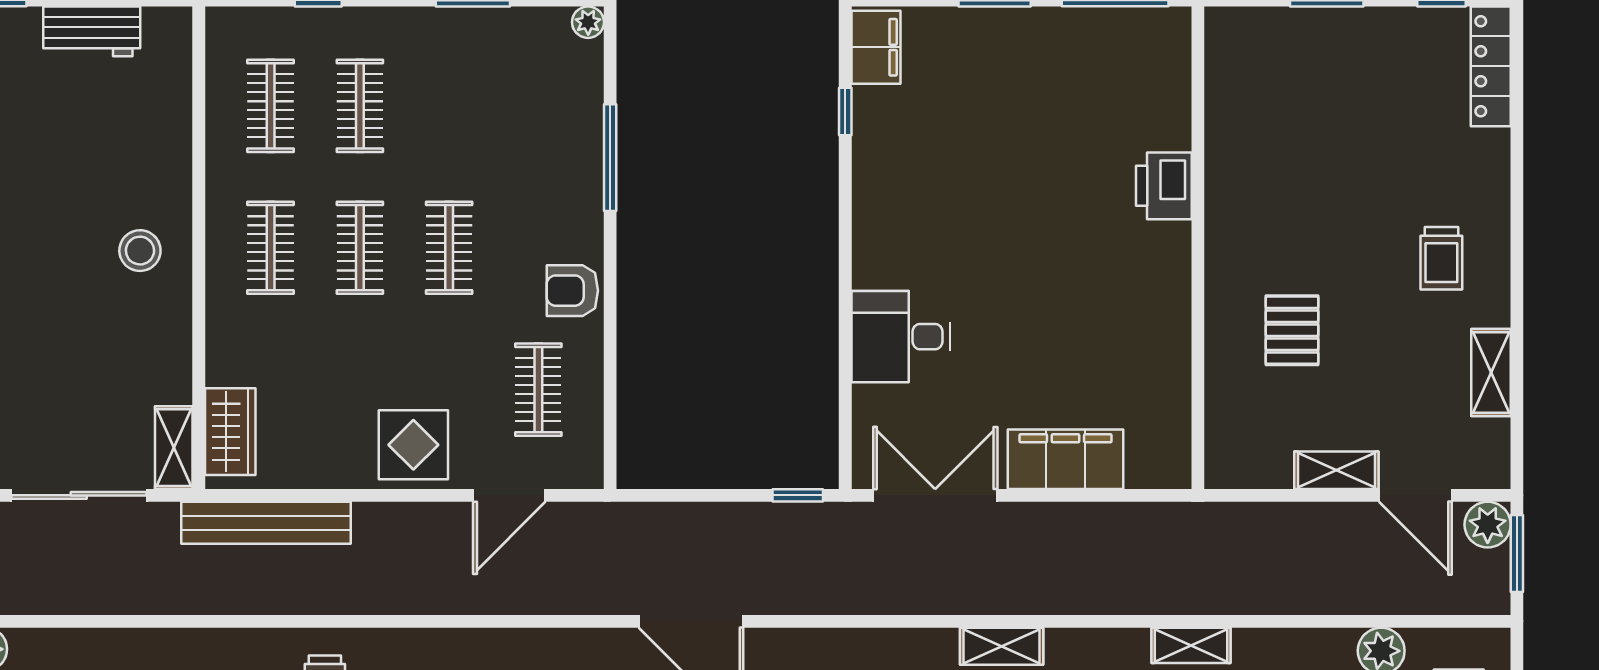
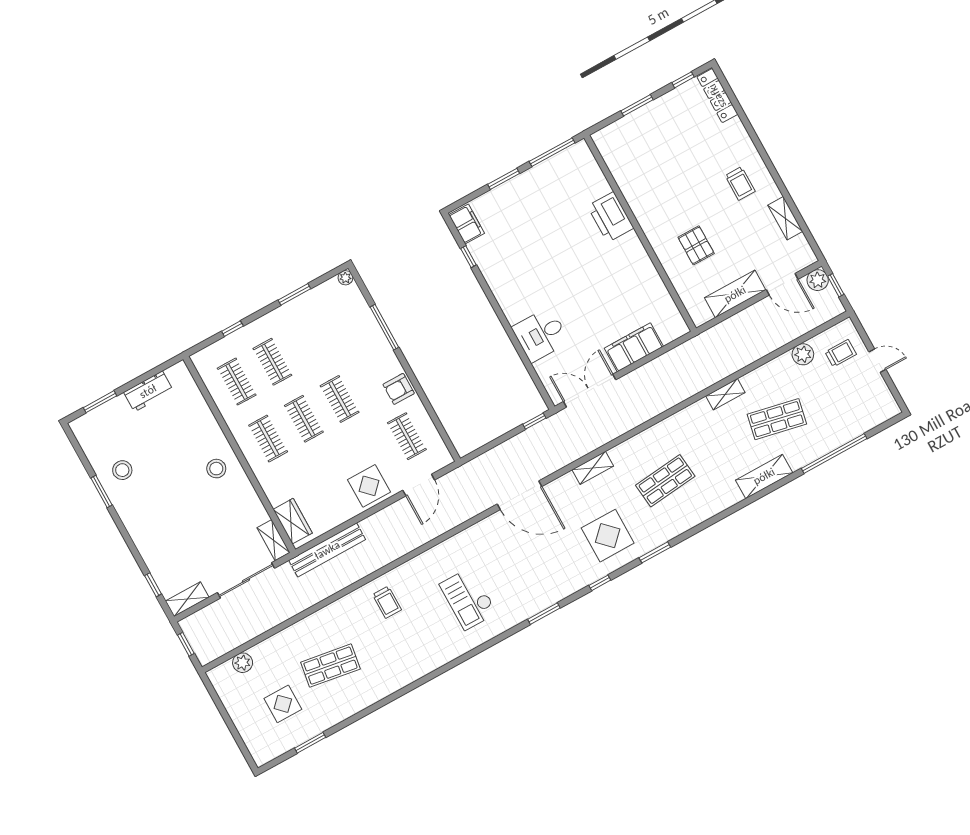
printer: (1164, 186) -> (611, 217), width x1.37, depth x1.19
shelving: (1336, 470) -> (735, 294), width x1.50, depth x1.33
window: (1517, 554) -> (836, 285), width x0.67
shelving: (1002, 646) -> (593, 468), moved

